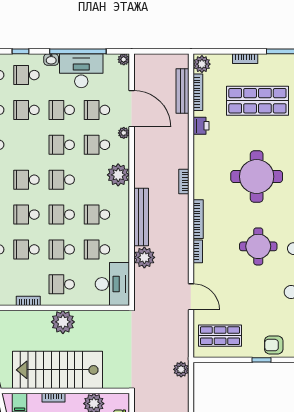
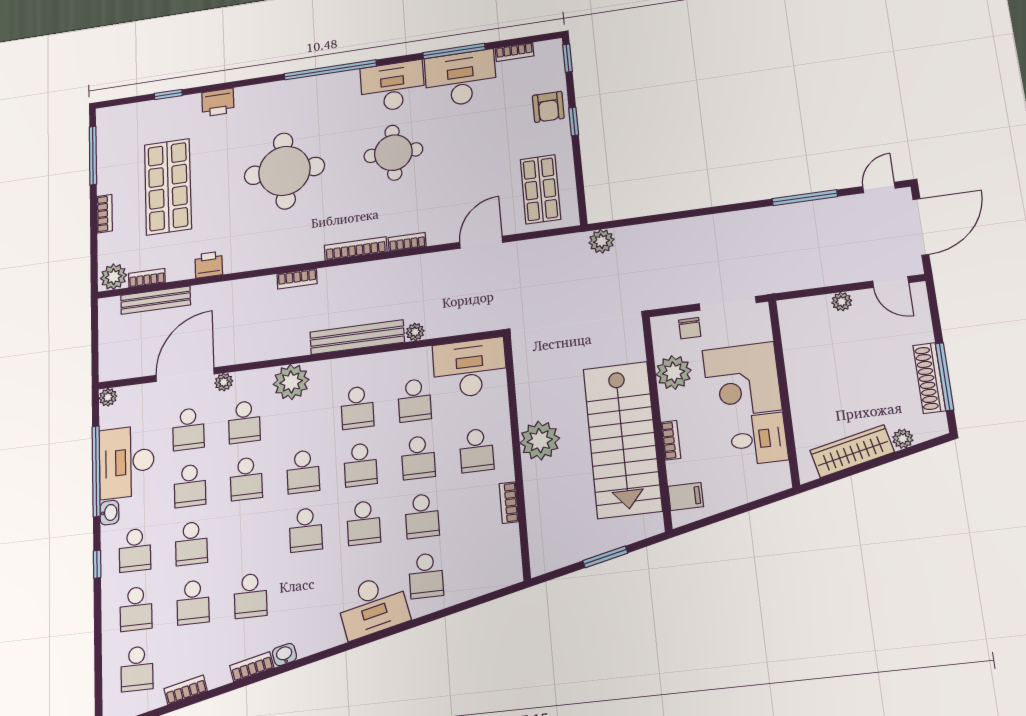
bookcase: (198, 92) -> (147, 278), width x0.64
plant: (144, 257) -> (415, 332), width x0.53, depth x0.53

